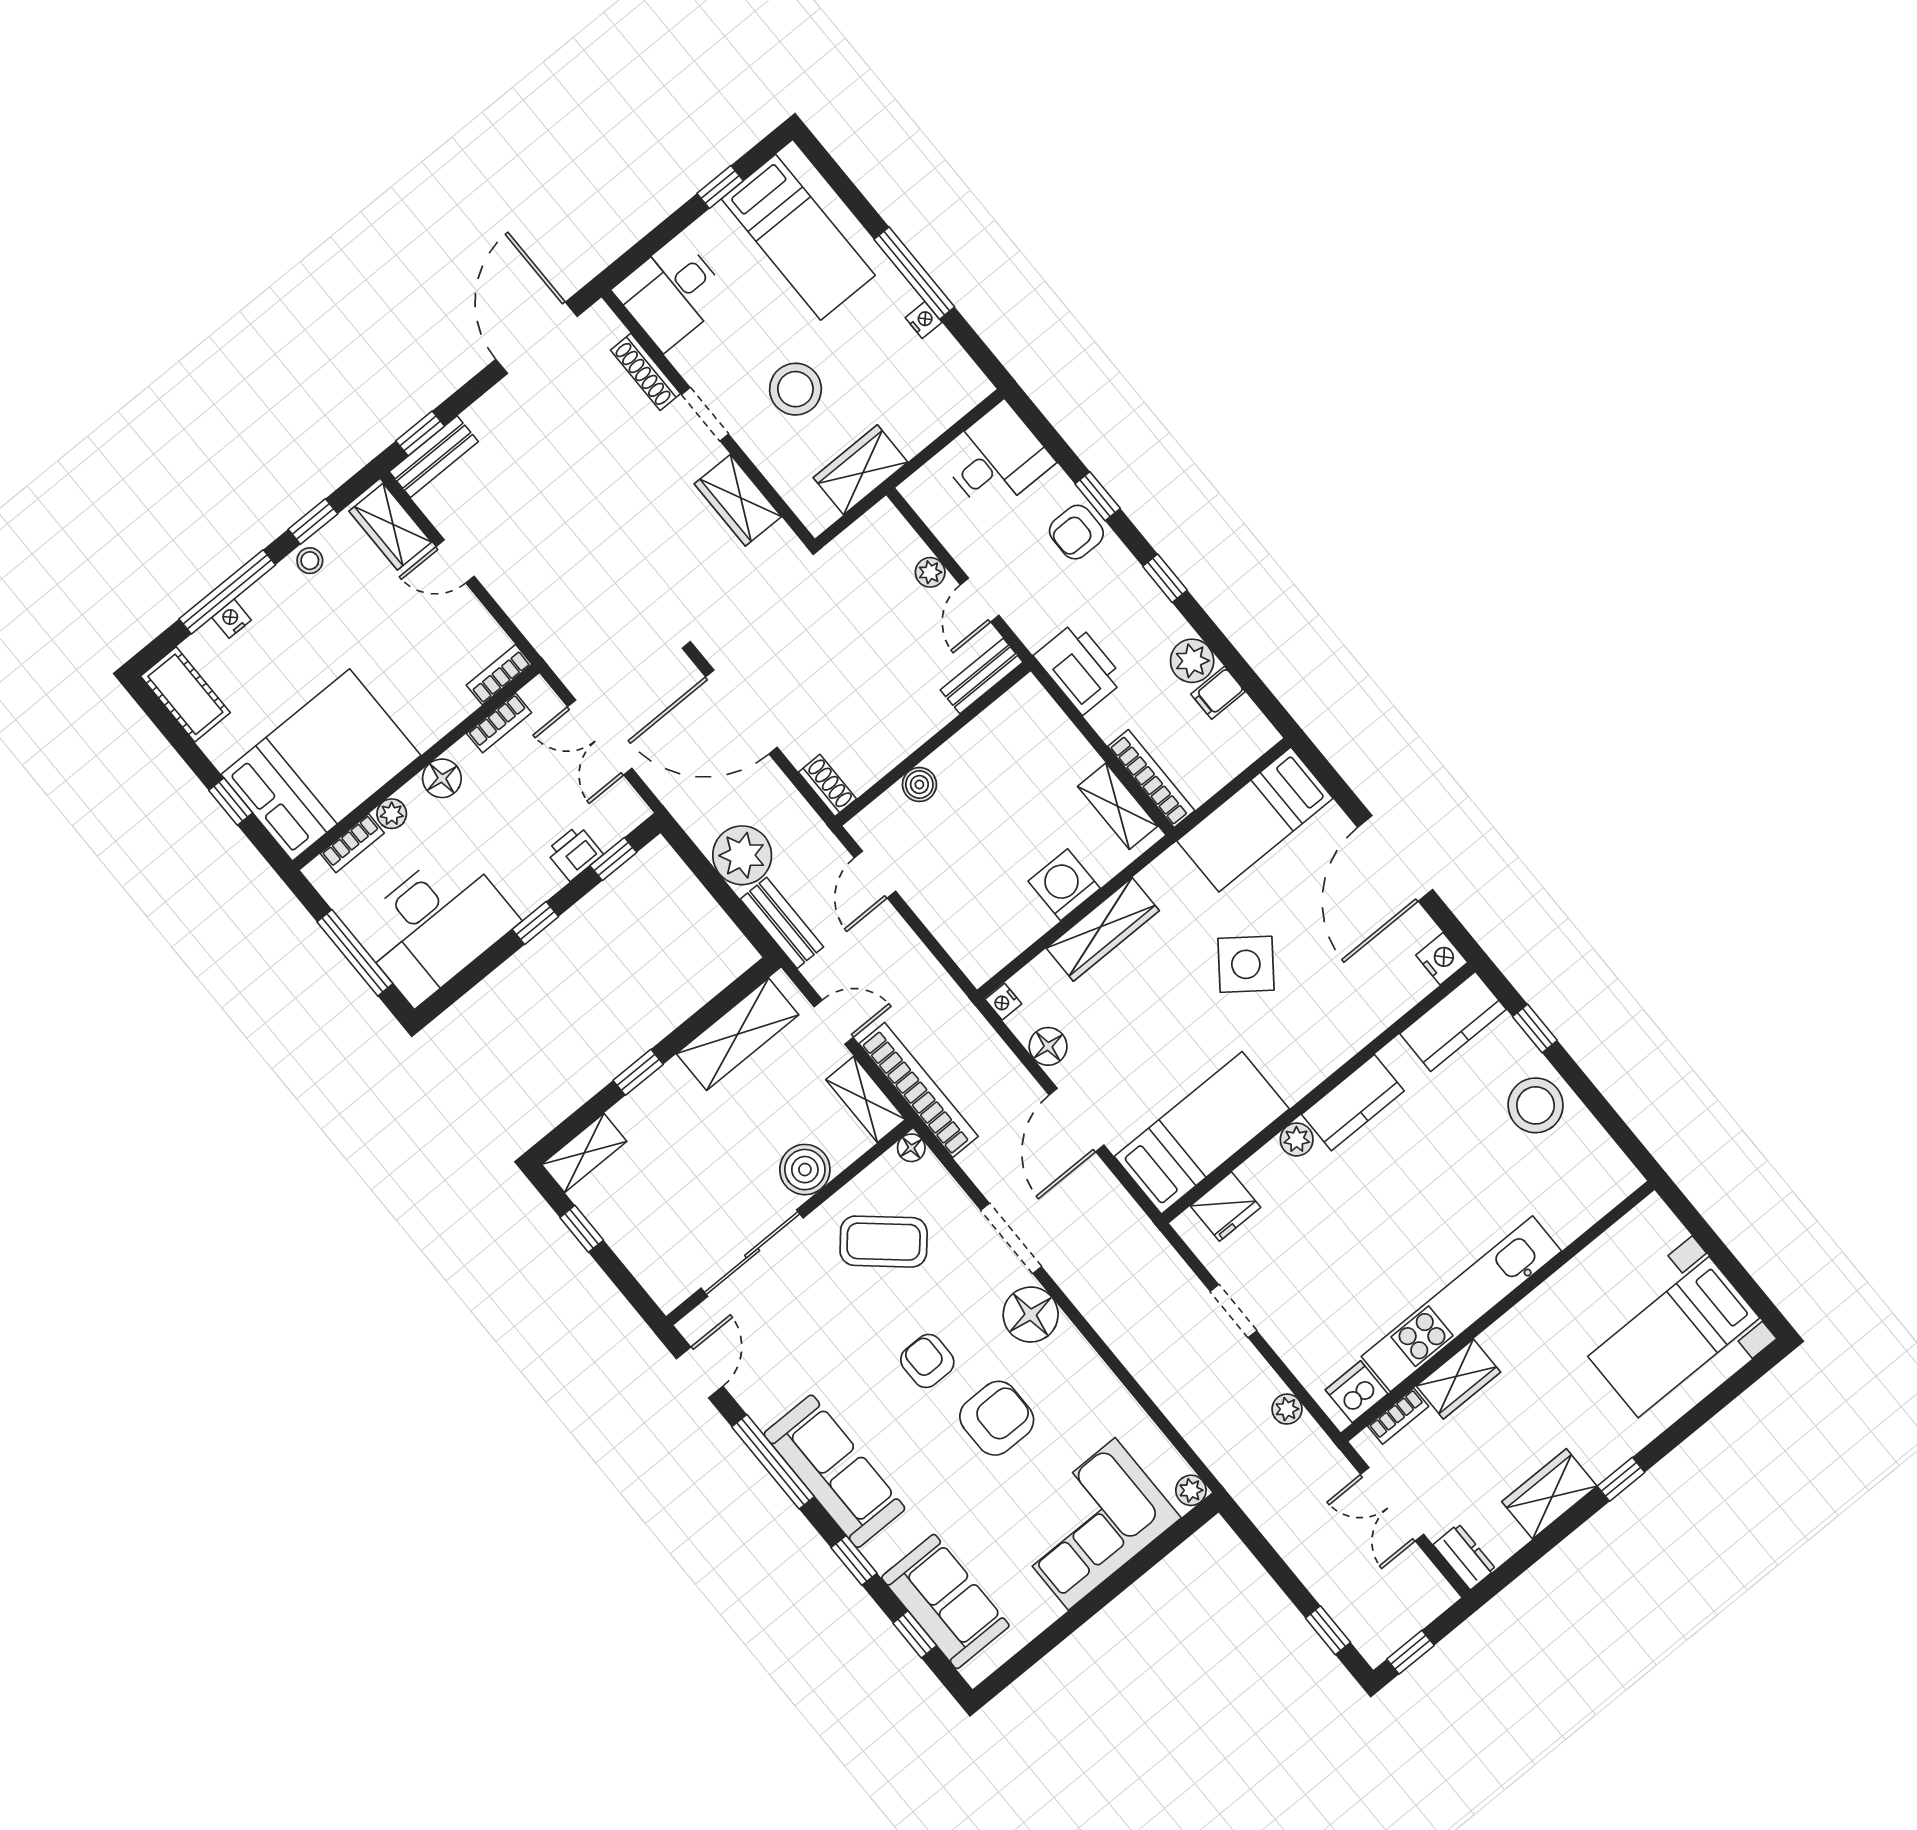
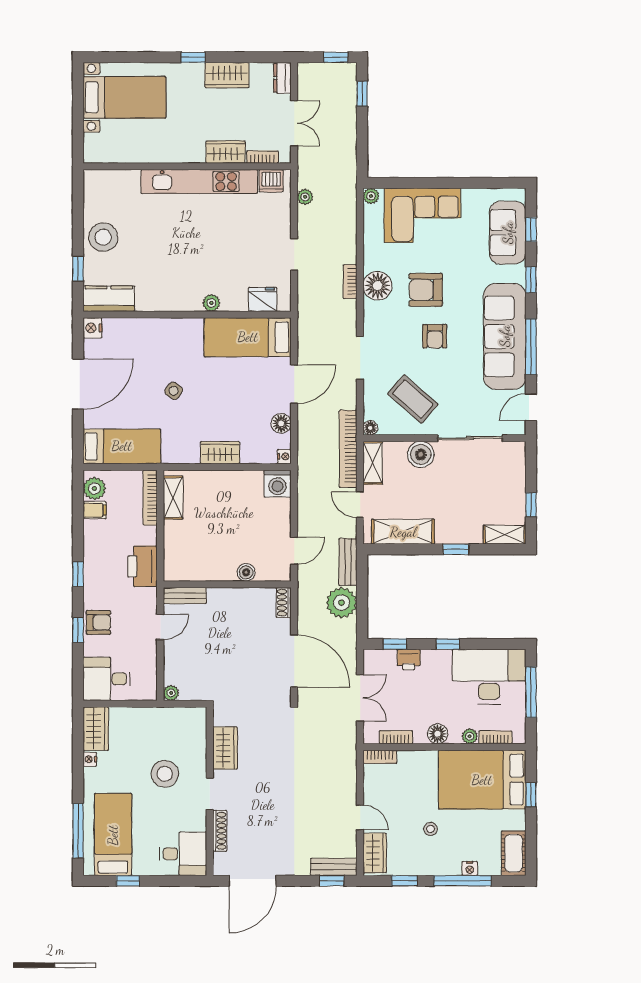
window: (914, 273) -> (78, 831), moved
wardrobe: (861, 470) -> (96, 729), moved, turned -90
stool: (310, 561) -> (431, 829), moved
plant: (930, 572) -> (171, 693), moved
plant: (1192, 661) -> (94, 489), moved
washing machine: (1064, 885) -> (278, 484), moved
wardrobe: (1103, 929) -> (220, 453), width x0.67
side table: (1246, 964) -> (174, 391), width x0.54, depth x0.54
kitchen counter: (1353, 1103) -> (176, 299), removed
floor lamp: (1031, 1315) -> (377, 286), moved
bookcase: (1118, 1339) -> (350, 282), added
sofa: (834, 1471) -> (505, 336), width x1.36, depth x1.27

